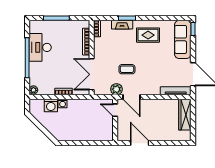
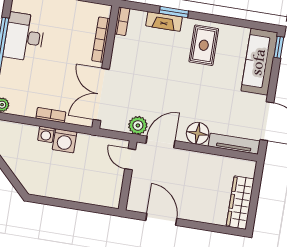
rug: (148, 35) -> (204, 45), turned 90
coffee table: (127, 69) -> (160, 95), removed
floor lamp: (153, 88) -> (198, 133), added
door: (132, 97) -> (160, 142), swing flipped
washing machine: (51, 105) -> (65, 141), moved
wardrobe: (185, 115) -> (240, 203), moved

